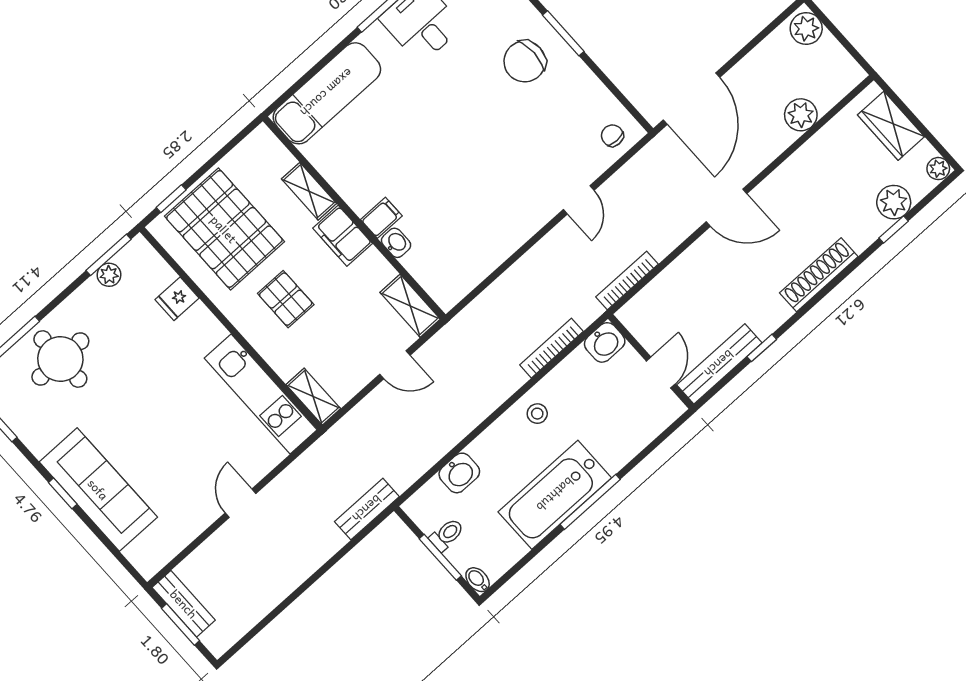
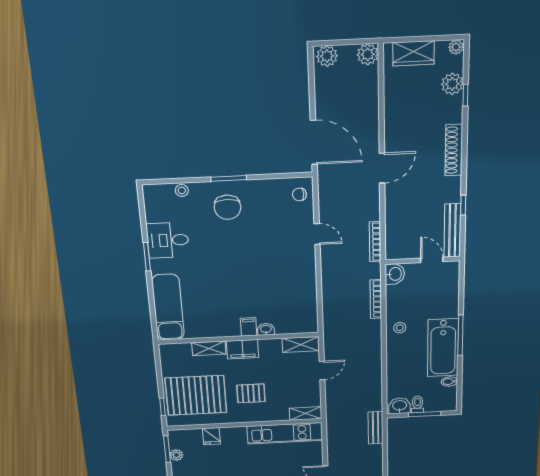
plant: (801, 115) -> (368, 54), moved
washbasin: (459, 473) -> (400, 406), moved, turned -90
bidet: (478, 580) -> (449, 382), moved

